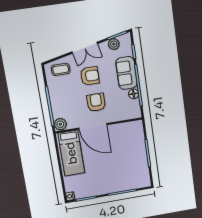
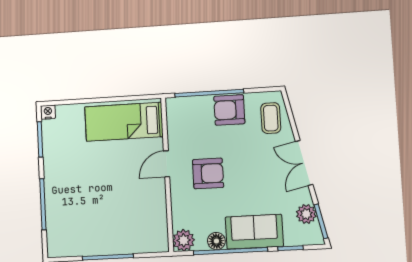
armchair: (90, 76) -> (229, 110), moved, turned 90
plant: (60, 124) -> (184, 240), moved
door: (93, 126) -> (167, 164), width x0.53

